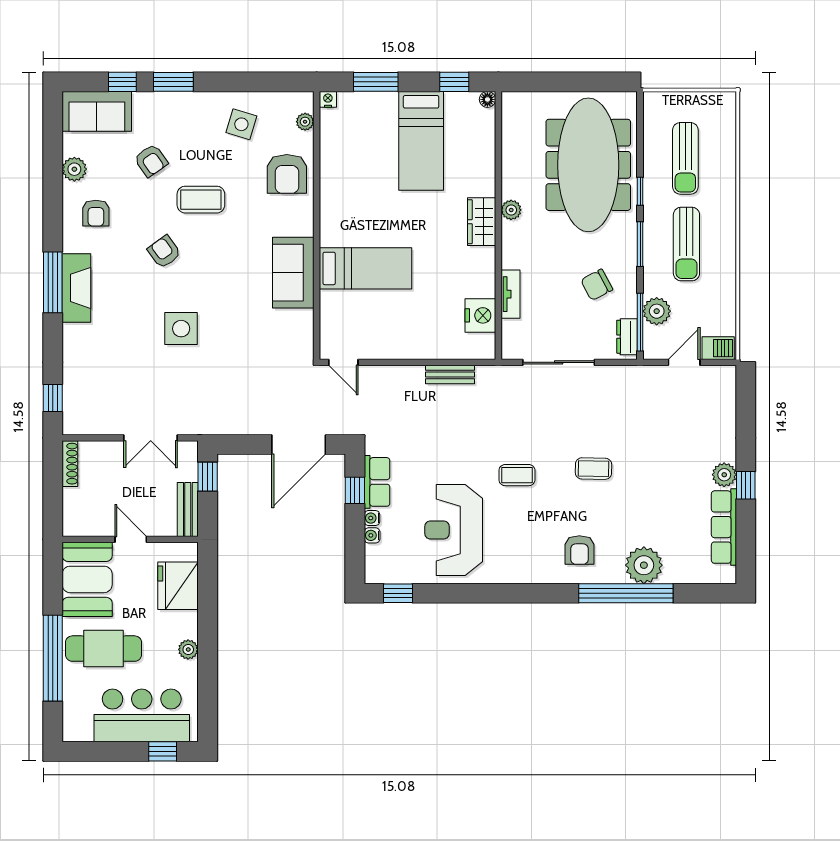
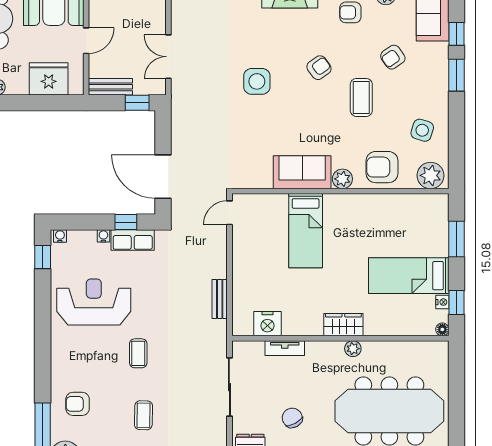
nightstand: (328, 99) -> (442, 302), moved
plant: (305, 122) -> (431, 175), width x1.87, depth x1.87
plant: (301, 223) -> (342, 179), added
water cooler: (372, 535) -> (60, 236), moved

